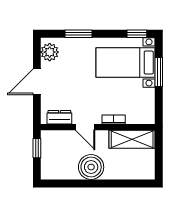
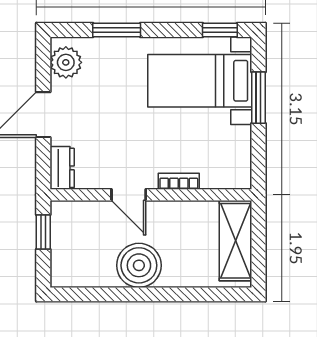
dresser: (59, 117) -> (62, 168), moved, turned 90
shelving: (132, 139) -> (236, 241), moved, turned 90

